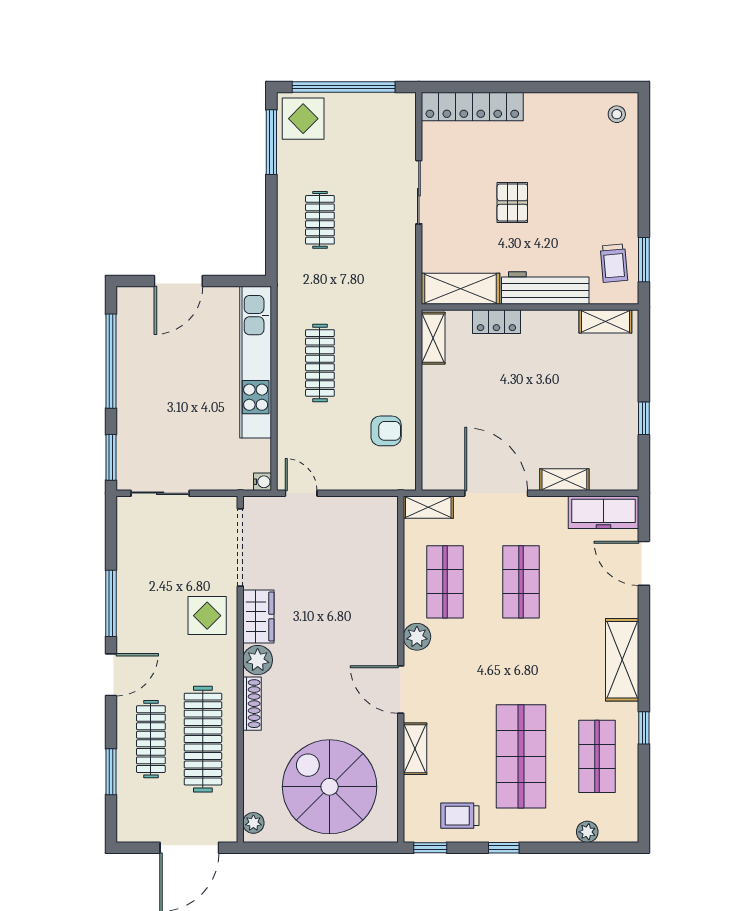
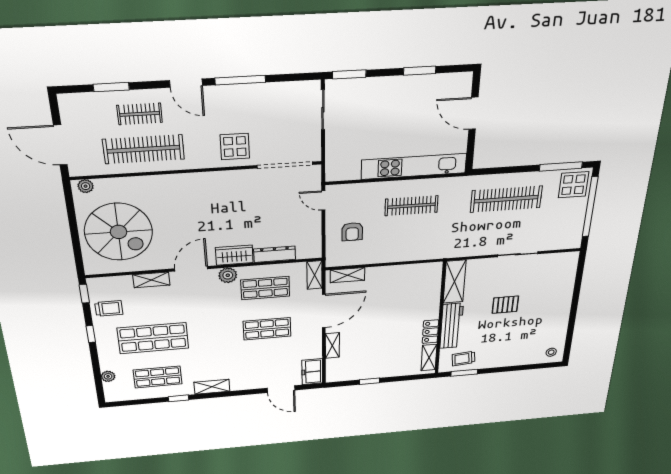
locker: (472, 107) -> (567, 279), removed
clothes rail: (320, 220) -> (506, 199), width x1.86, depth x1.31
locker: (496, 322) -> (431, 332), moved
shelving: (433, 338) -> (348, 275), moved
window: (111, 361) -> (420, 71), width x0.47
armchair: (386, 431) -> (352, 232), moved
water cooler: (262, 482) -> (331, 176), removed
door: (301, 493) -> (323, 200), swing flipped
freezer: (604, 512) -> (312, 372), width x0.71
door: (644, 563) -> (281, 389), swing flipped
dresser: (386, 566) -> (275, 254), added
wardrobe: (258, 617) -> (234, 255), moved, turned 180
plant: (258, 660) -> (205, 181), removed
shelving: (622, 660) -> (212, 387), width x0.67, depth x0.75
shoe rack: (252, 704) -> (173, 180), removed
clothes rail: (151, 739) -> (140, 114), width x0.73
spiral stairs: (330, 787) -> (119, 232), turned 90
trolley: (460, 816) -> (109, 308), turned 90

